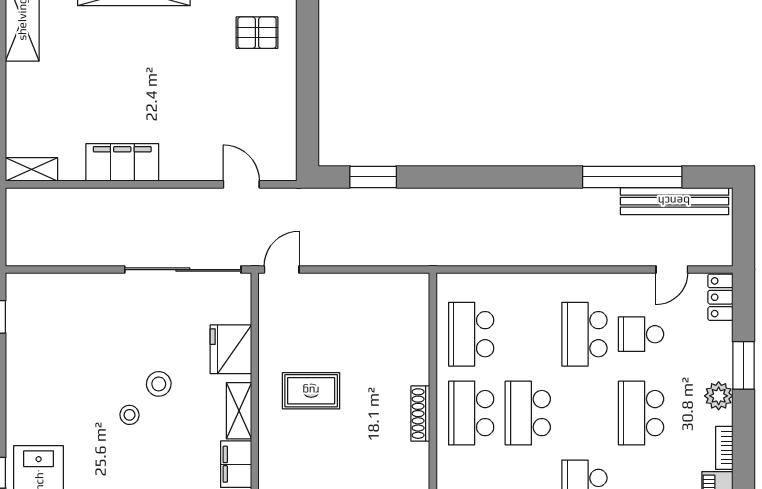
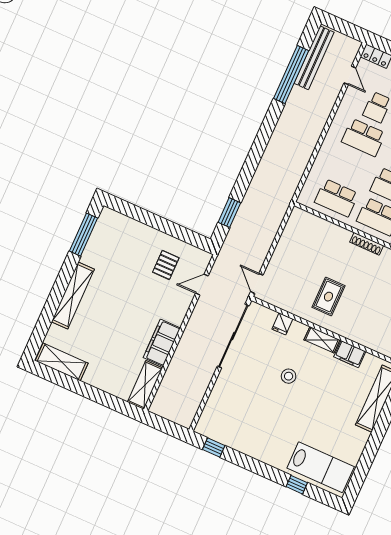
pallet: (257, 33) -> (166, 265), moved
shelving: (32, 169) -> (145, 385), width x1.50, depth x1.33
fridge: (231, 349) -> (282, 324), width x0.53, depth x0.75
stool: (130, 415) -> (298, 399), removed

